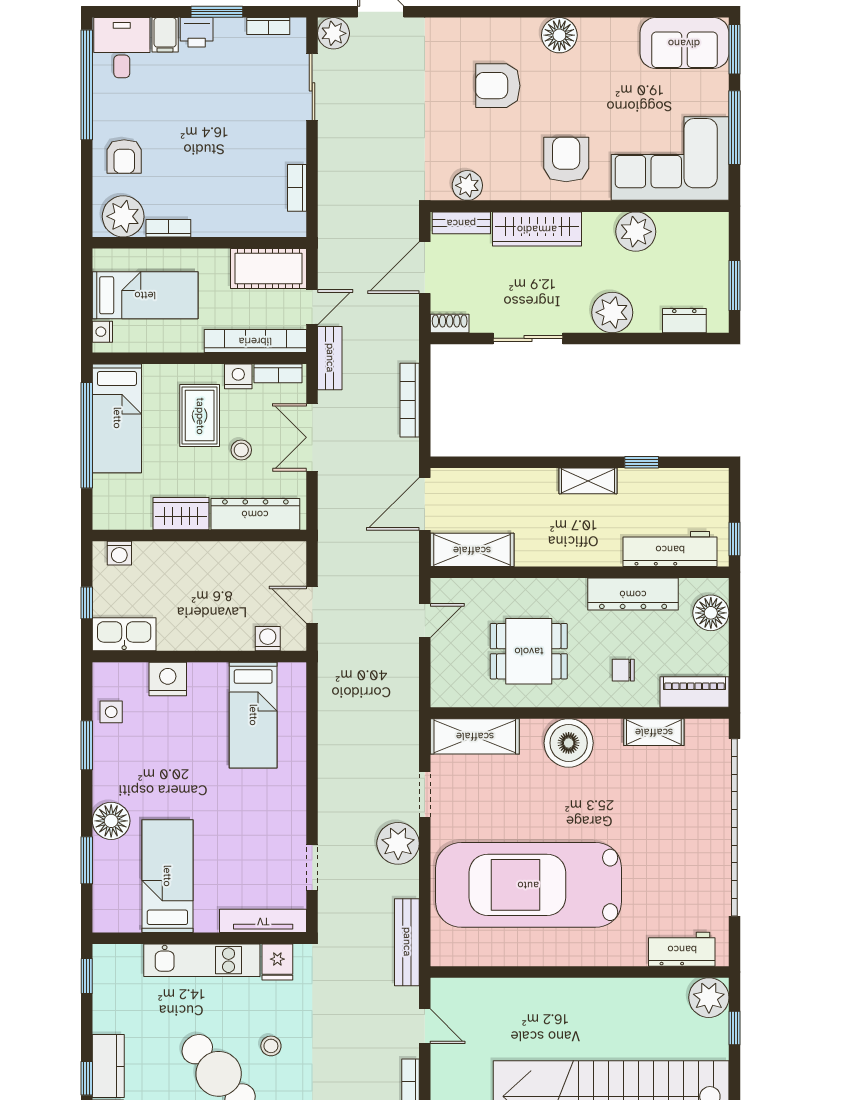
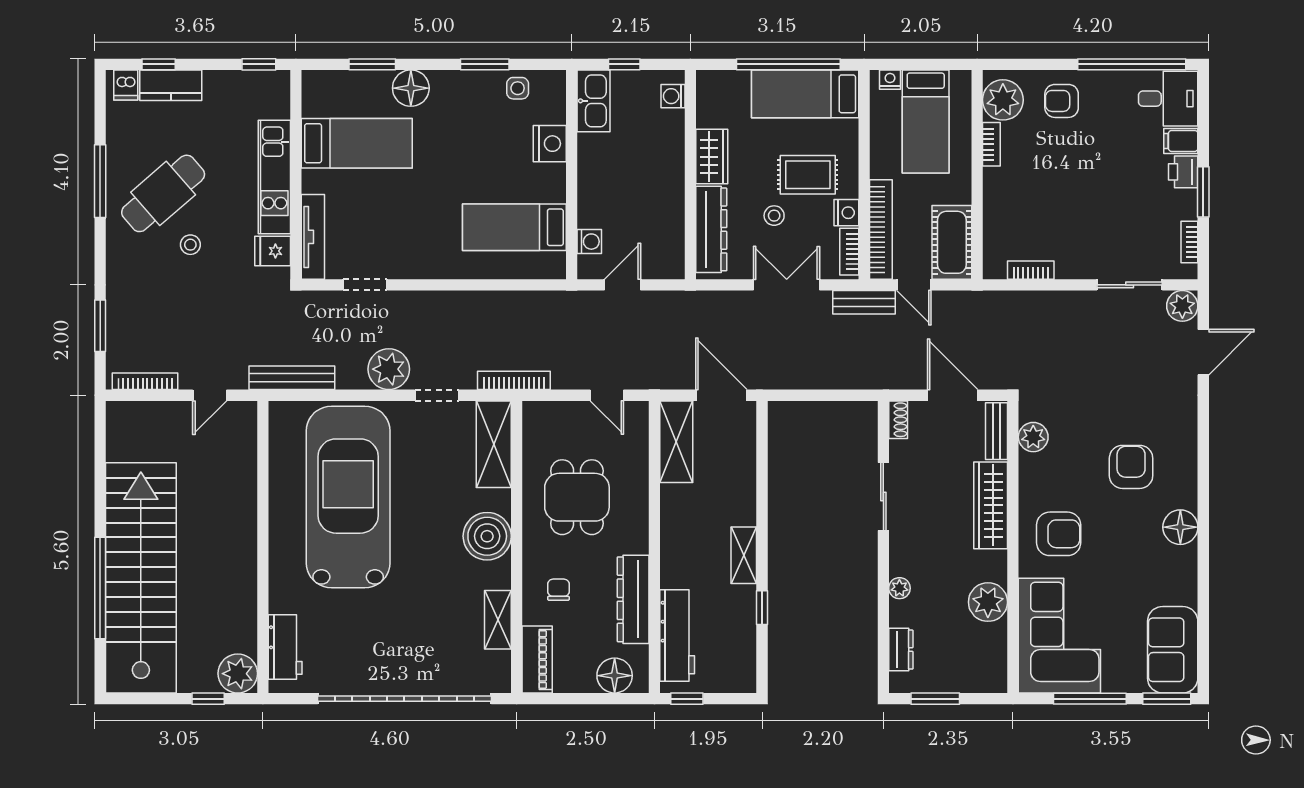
plant: (612, 312) -> (899, 588), width x0.53, depth x0.53
bookcase: (410, 400) -> (514, 380), moved

